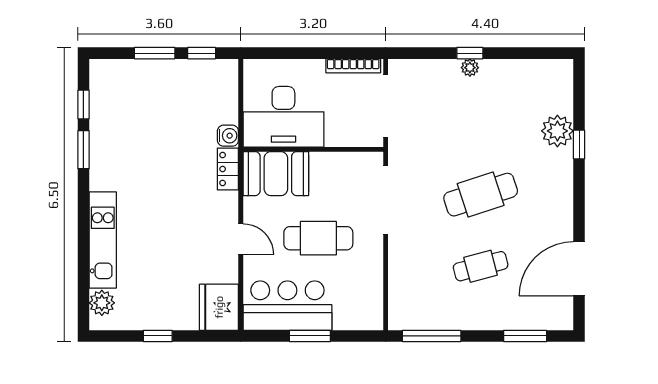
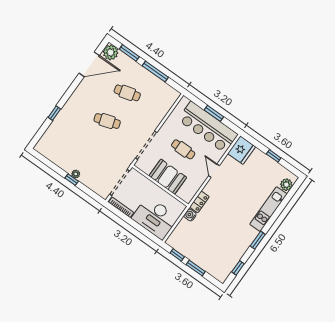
desk: (283, 117) -> (155, 218), moved, turned 180
plant: (557, 131) -> (111, 52), moved
window: (83, 150) -> (258, 240), moved
booth: (276, 174) -> (168, 177), moved
cafe table: (481, 195) -> (107, 121), width x0.73, depth x0.74
cafe table: (318, 238) -> (183, 149), width x0.73, depth x0.74
bar counter: (287, 306) -> (208, 127), width x1.36
window: (432, 336) -> (155, 71), moved

